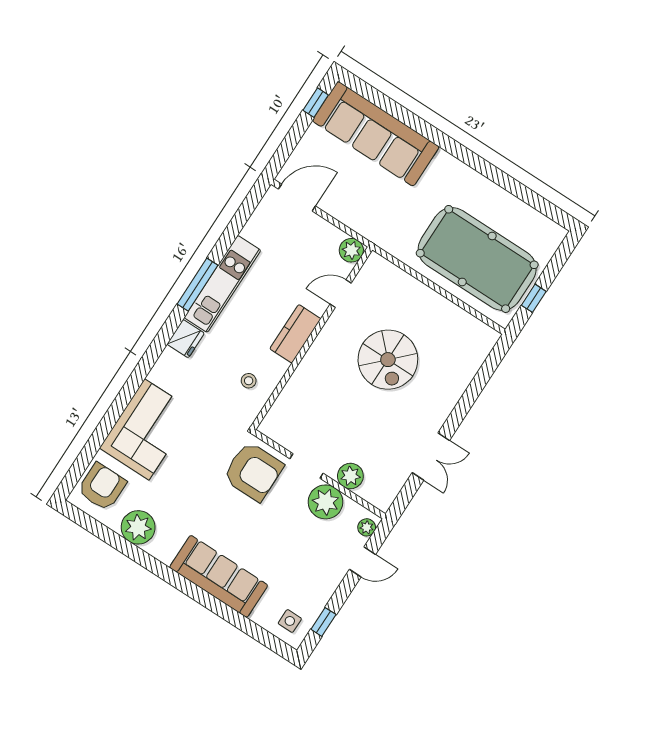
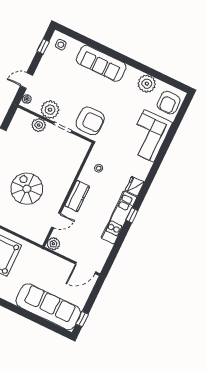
window: (197, 285) -> (132, 215), width x0.46
armchair: (253, 471) -> (90, 121), turned 180

